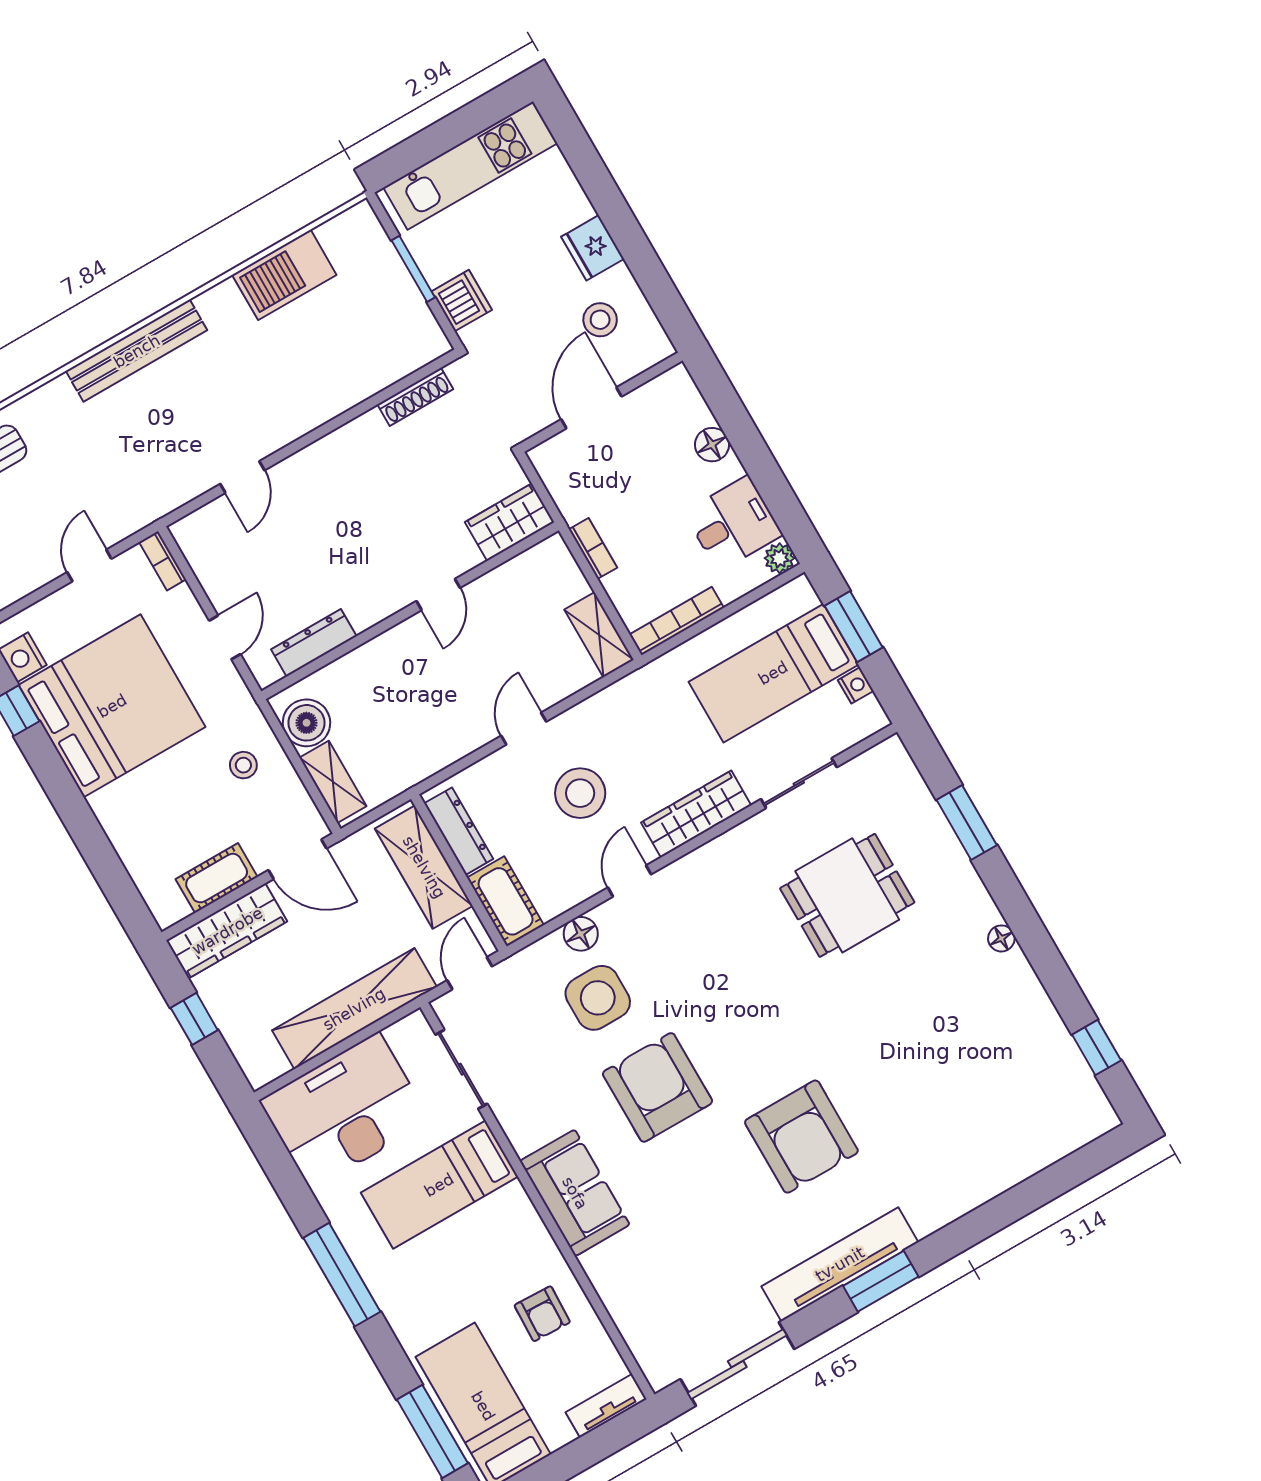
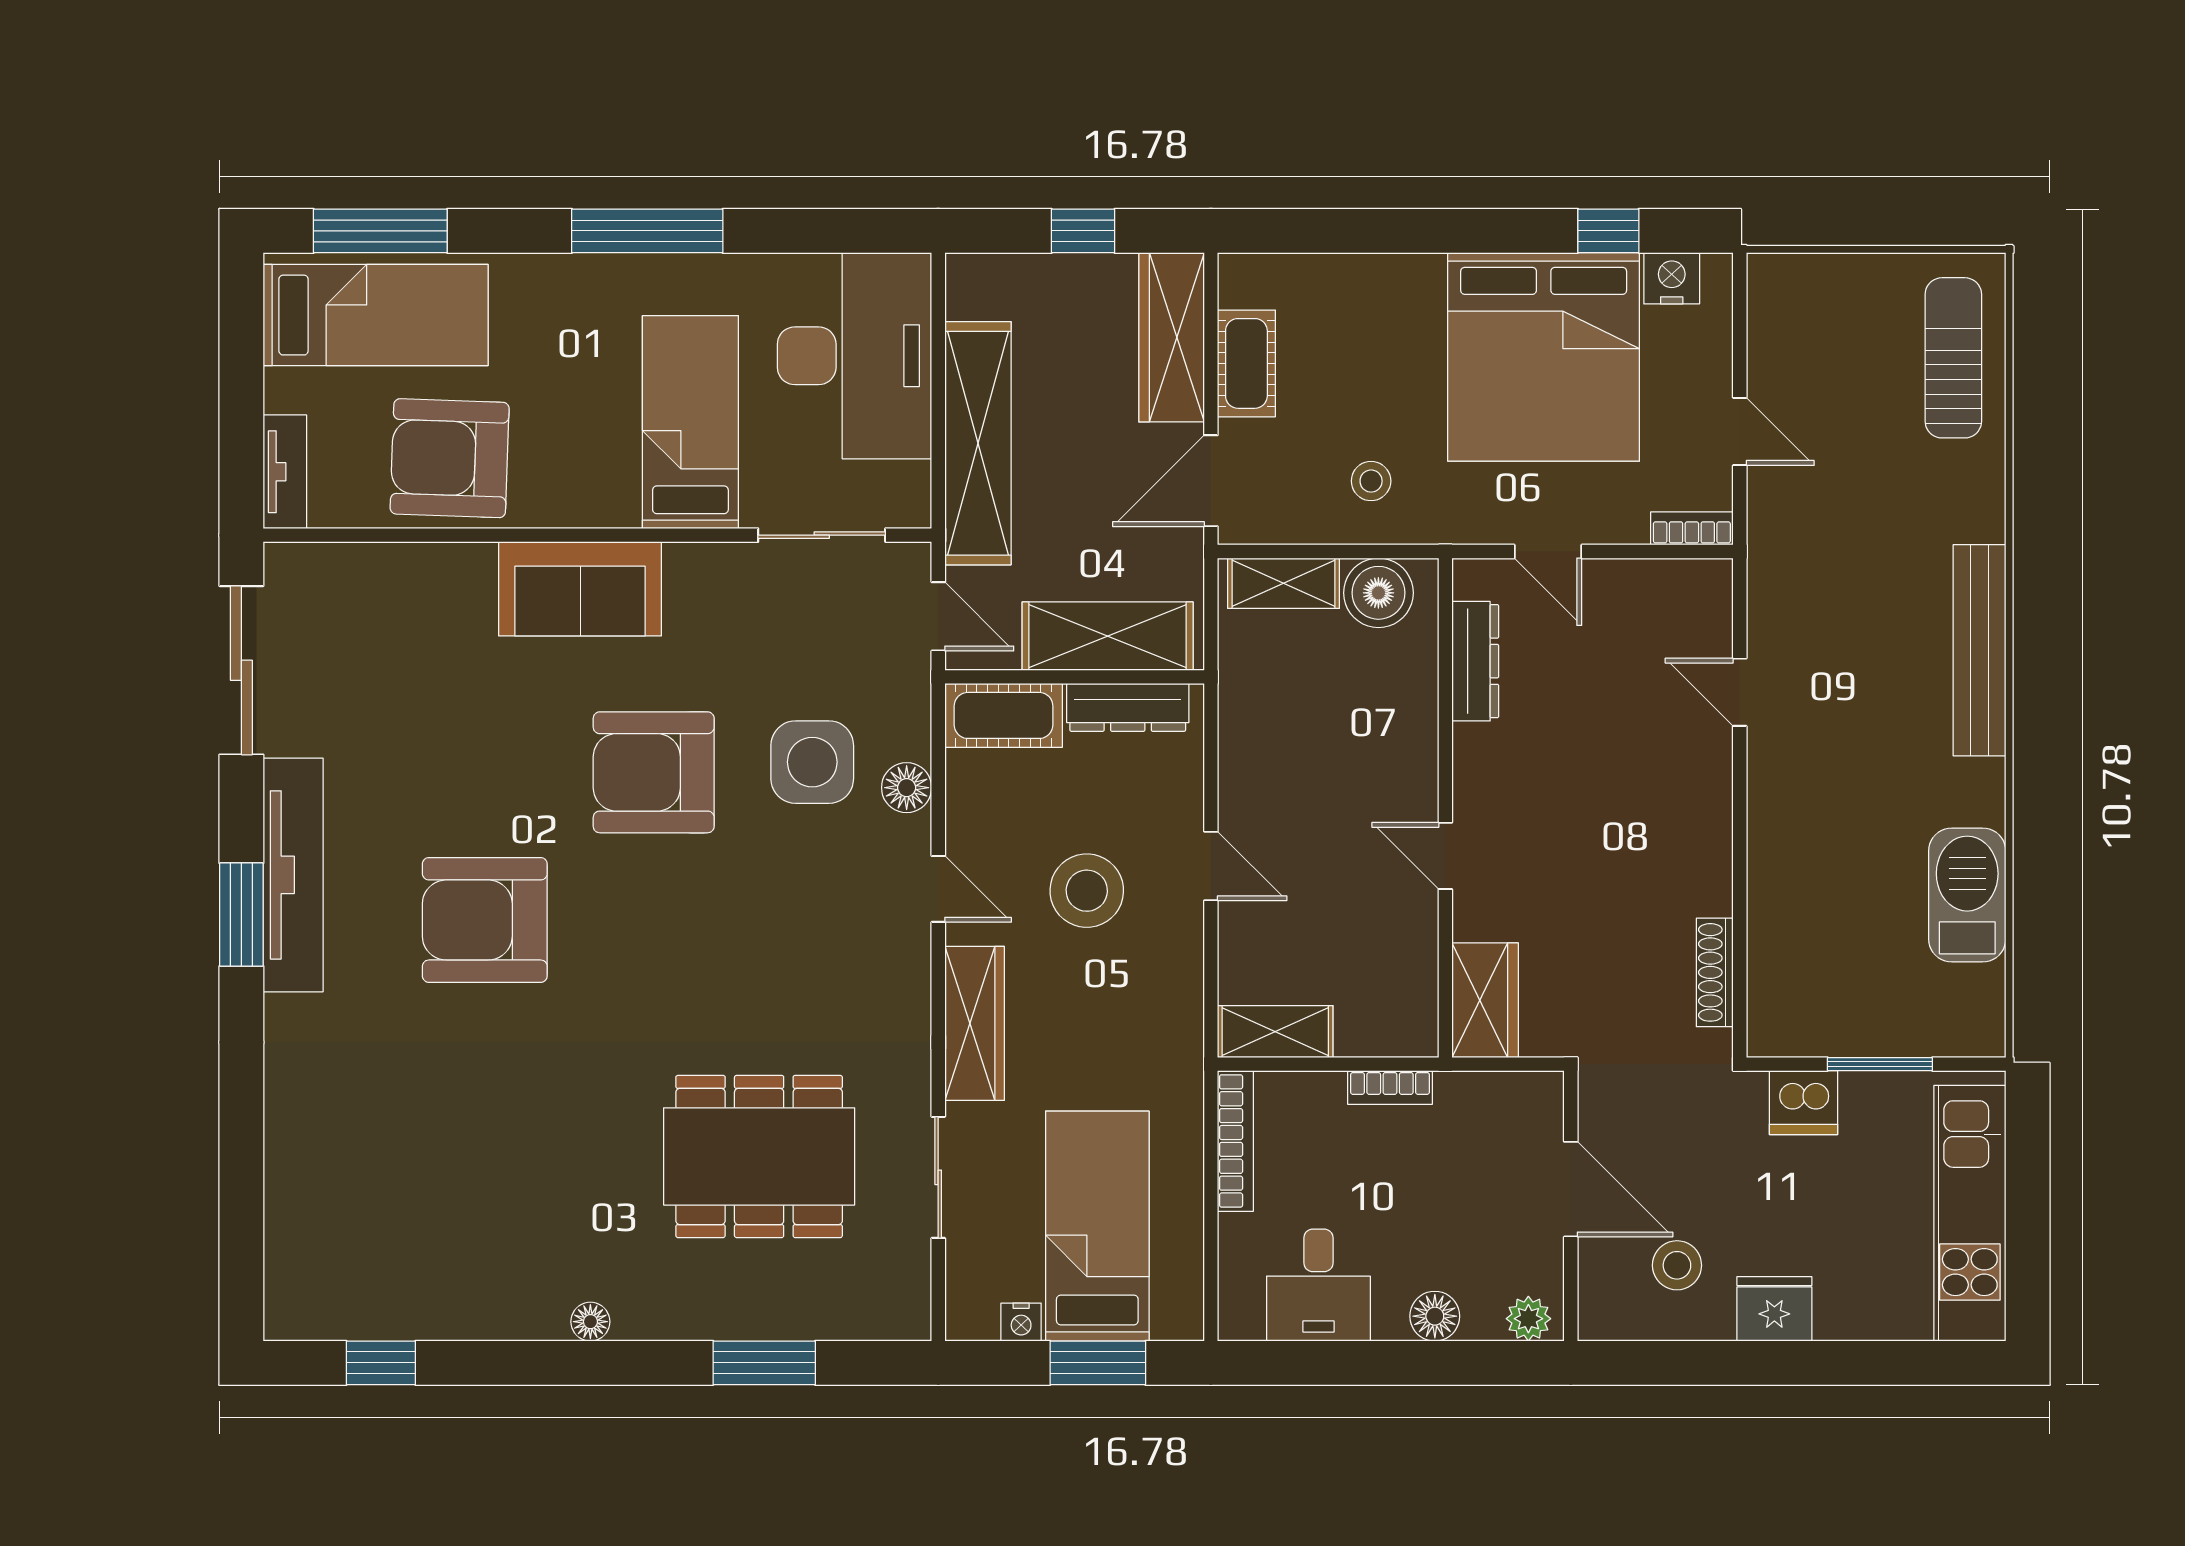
plant: (780, 558) -> (1528, 1319), moved
dining table: (847, 895) -> (759, 1156), width x1.38
armchair: (657, 1087) -> (654, 772), turned 180
armchair: (542, 1314) -> (450, 458), width x1.88, depth x1.88

